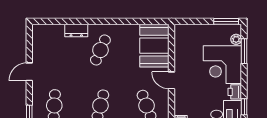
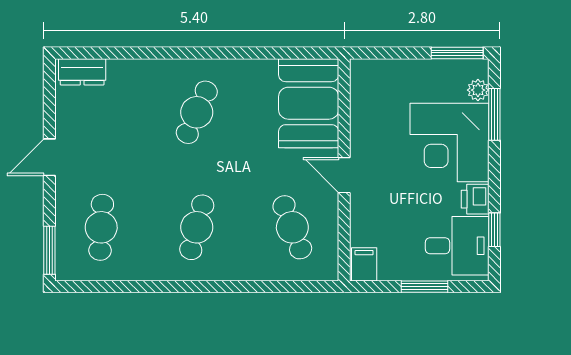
dresser: (76, 30) -> (82, 72), moved

